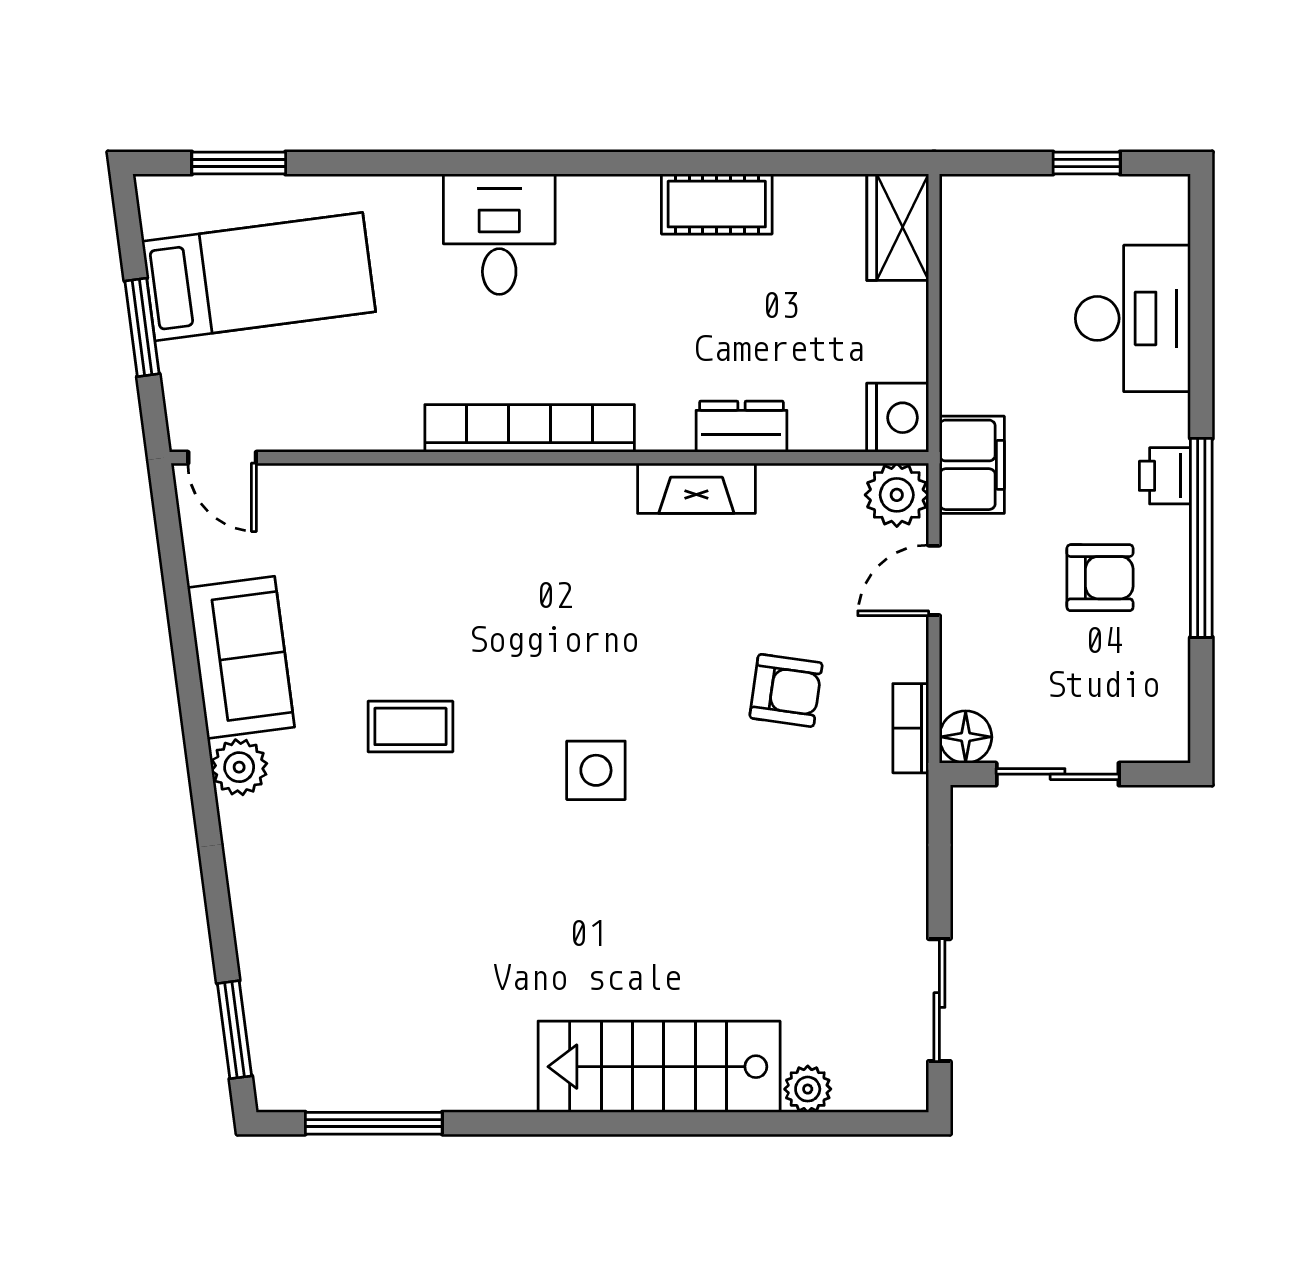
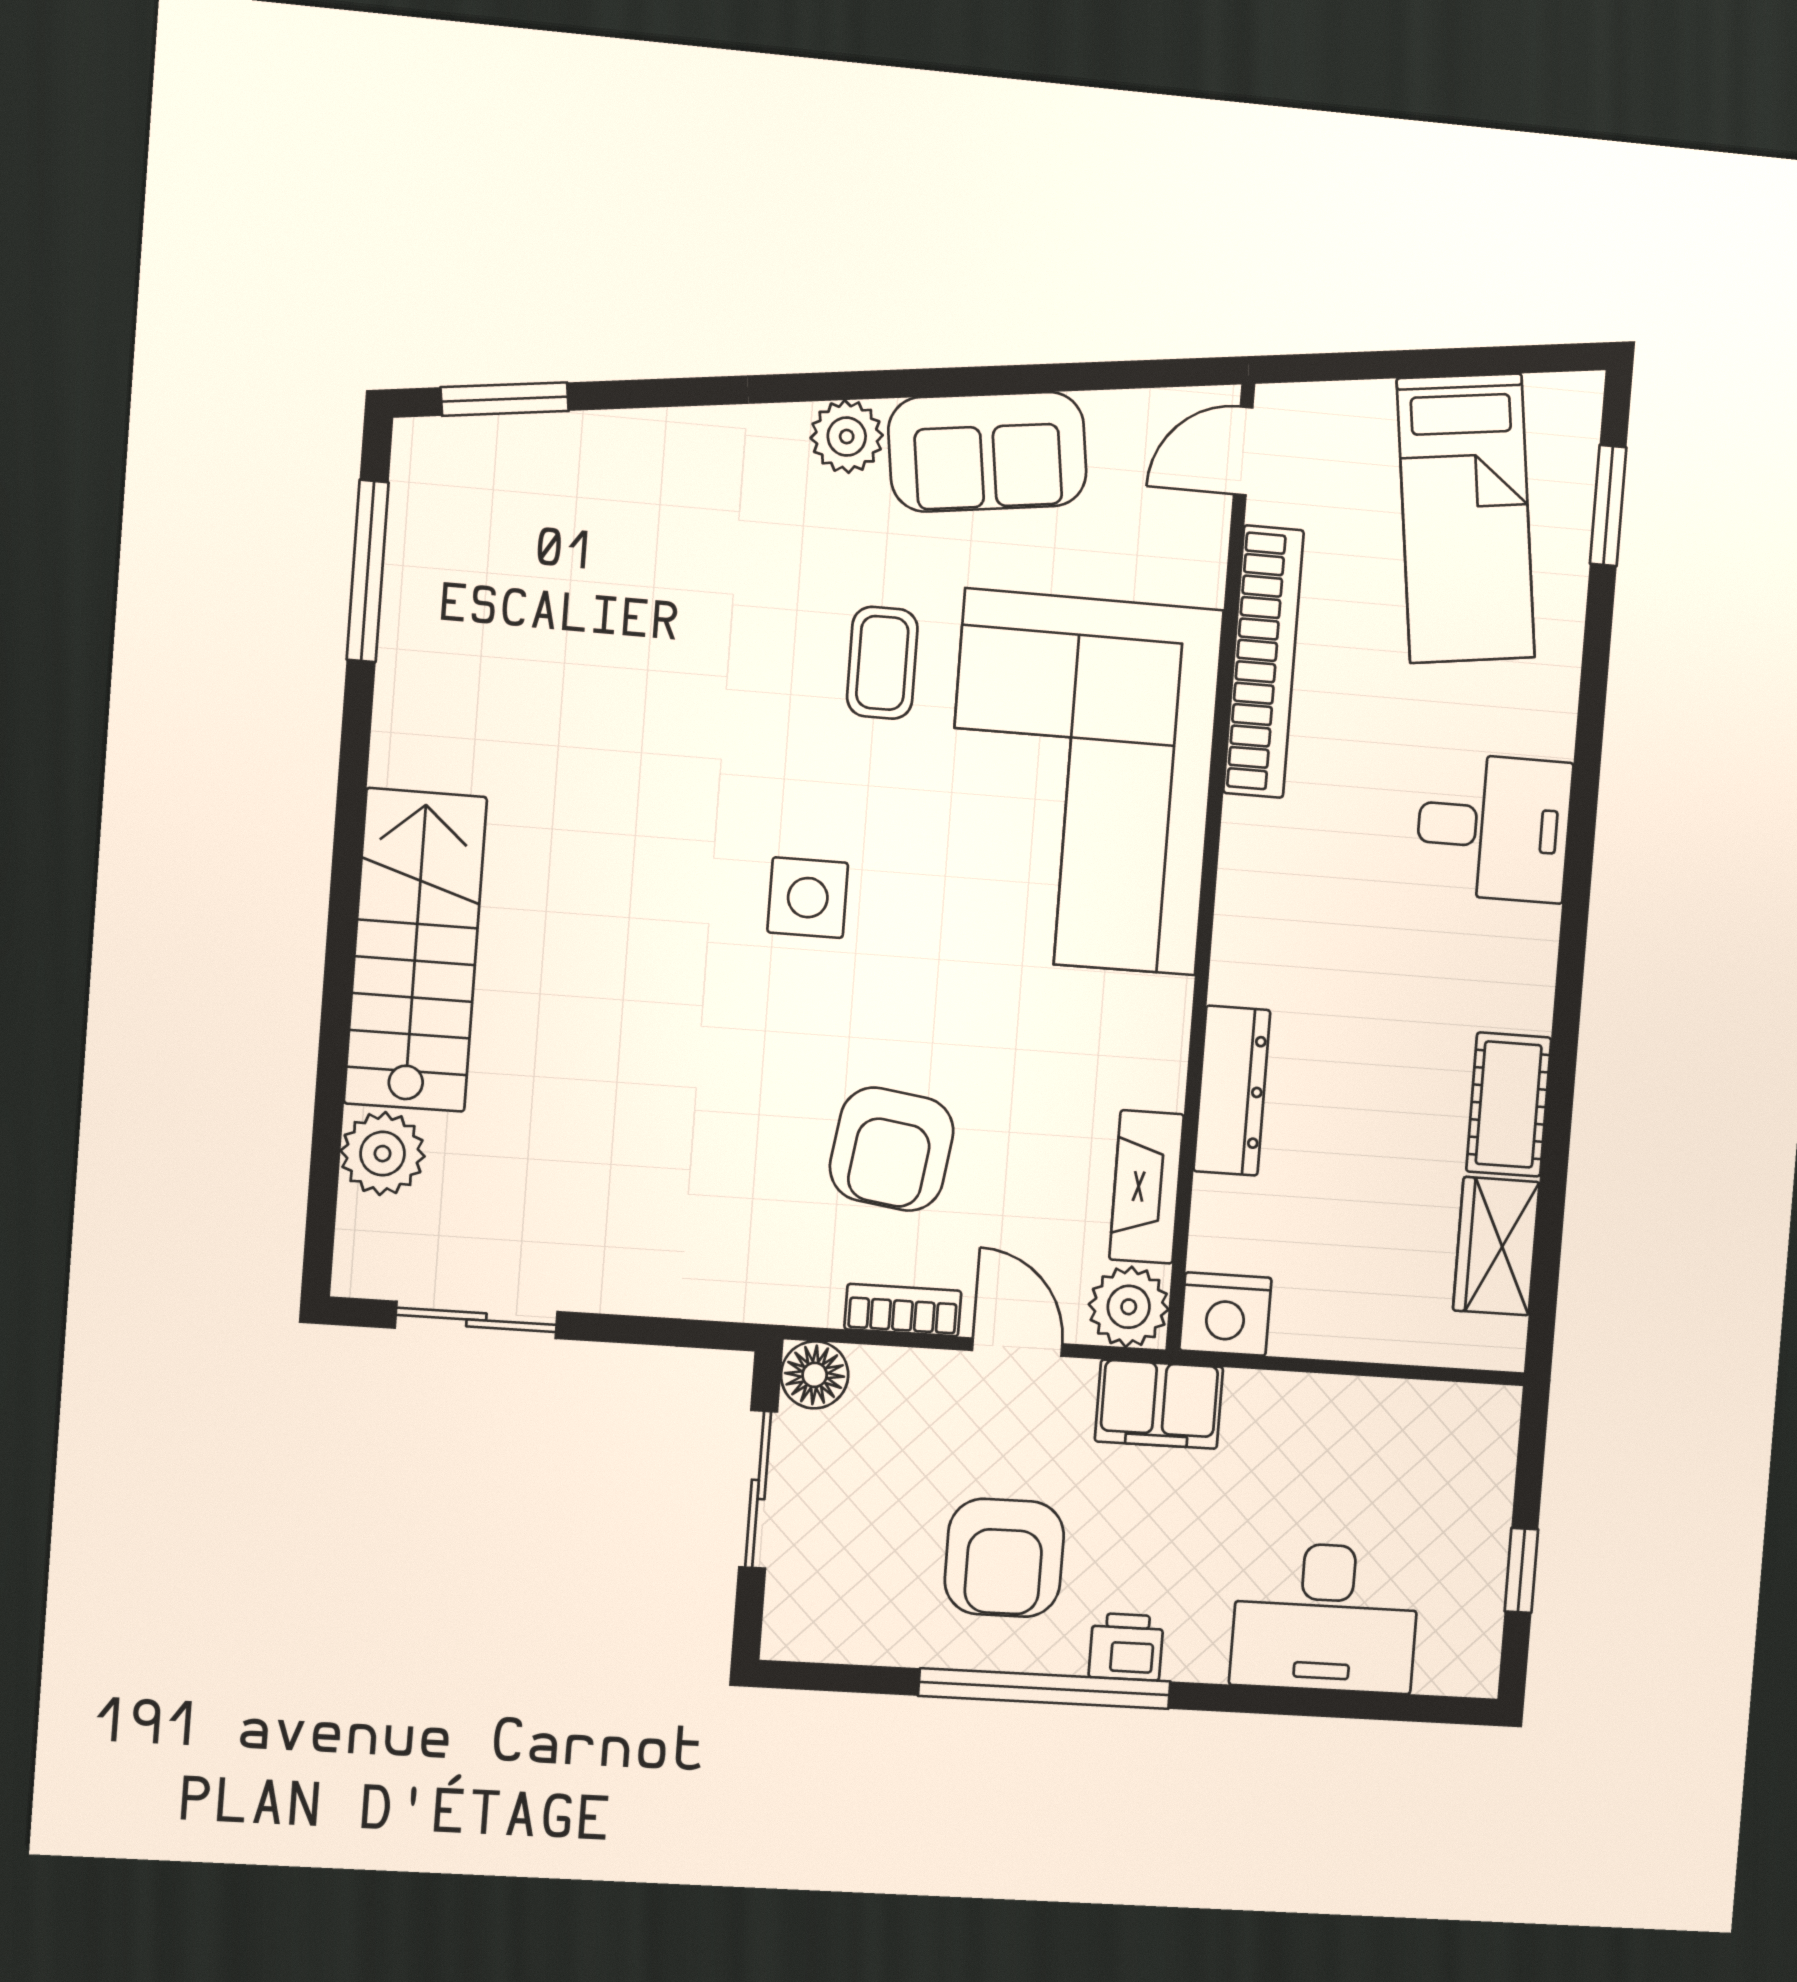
wardrobe: (898, 227) -> (1496, 1246), moved, turned -90
window: (142, 327) -> (1415, 364), removed
dresser: (741, 427) -> (1232, 1091), width x1.44
bookcase: (530, 428) -> (1264, 662), moved
fireplace: (696, 488) -> (1147, 1187), moved
corner sofa: (490, 565) -> (1081, 782), added
armchair: (1100, 578) -> (1004, 1558), width x1.38, depth x1.38
armchair: (786, 690) -> (892, 1149), width x1.38, depth x1.38
bookcase: (911, 728) -> (903, 1310), moved
plant: (808, 1089) -> (383, 1154), width x1.38, depth x1.38

